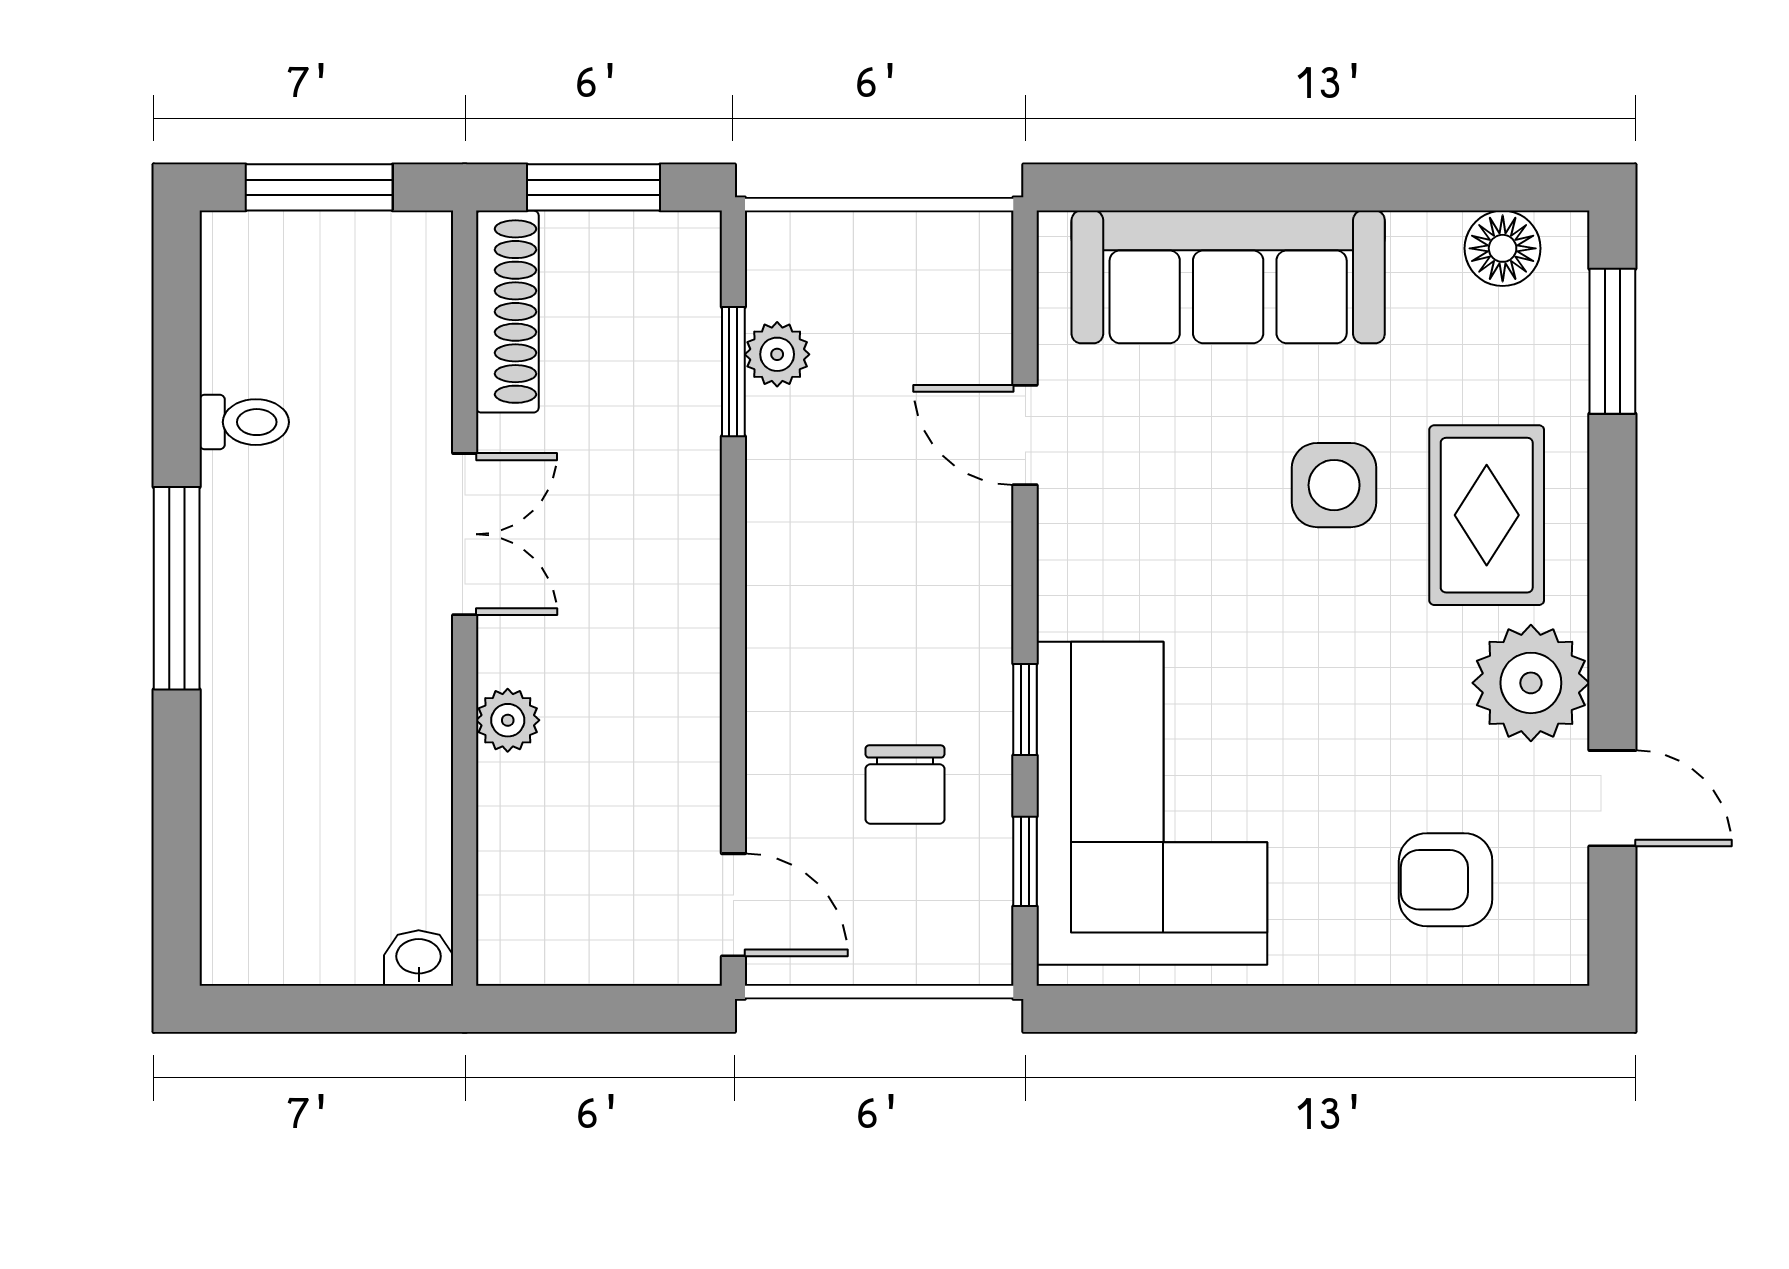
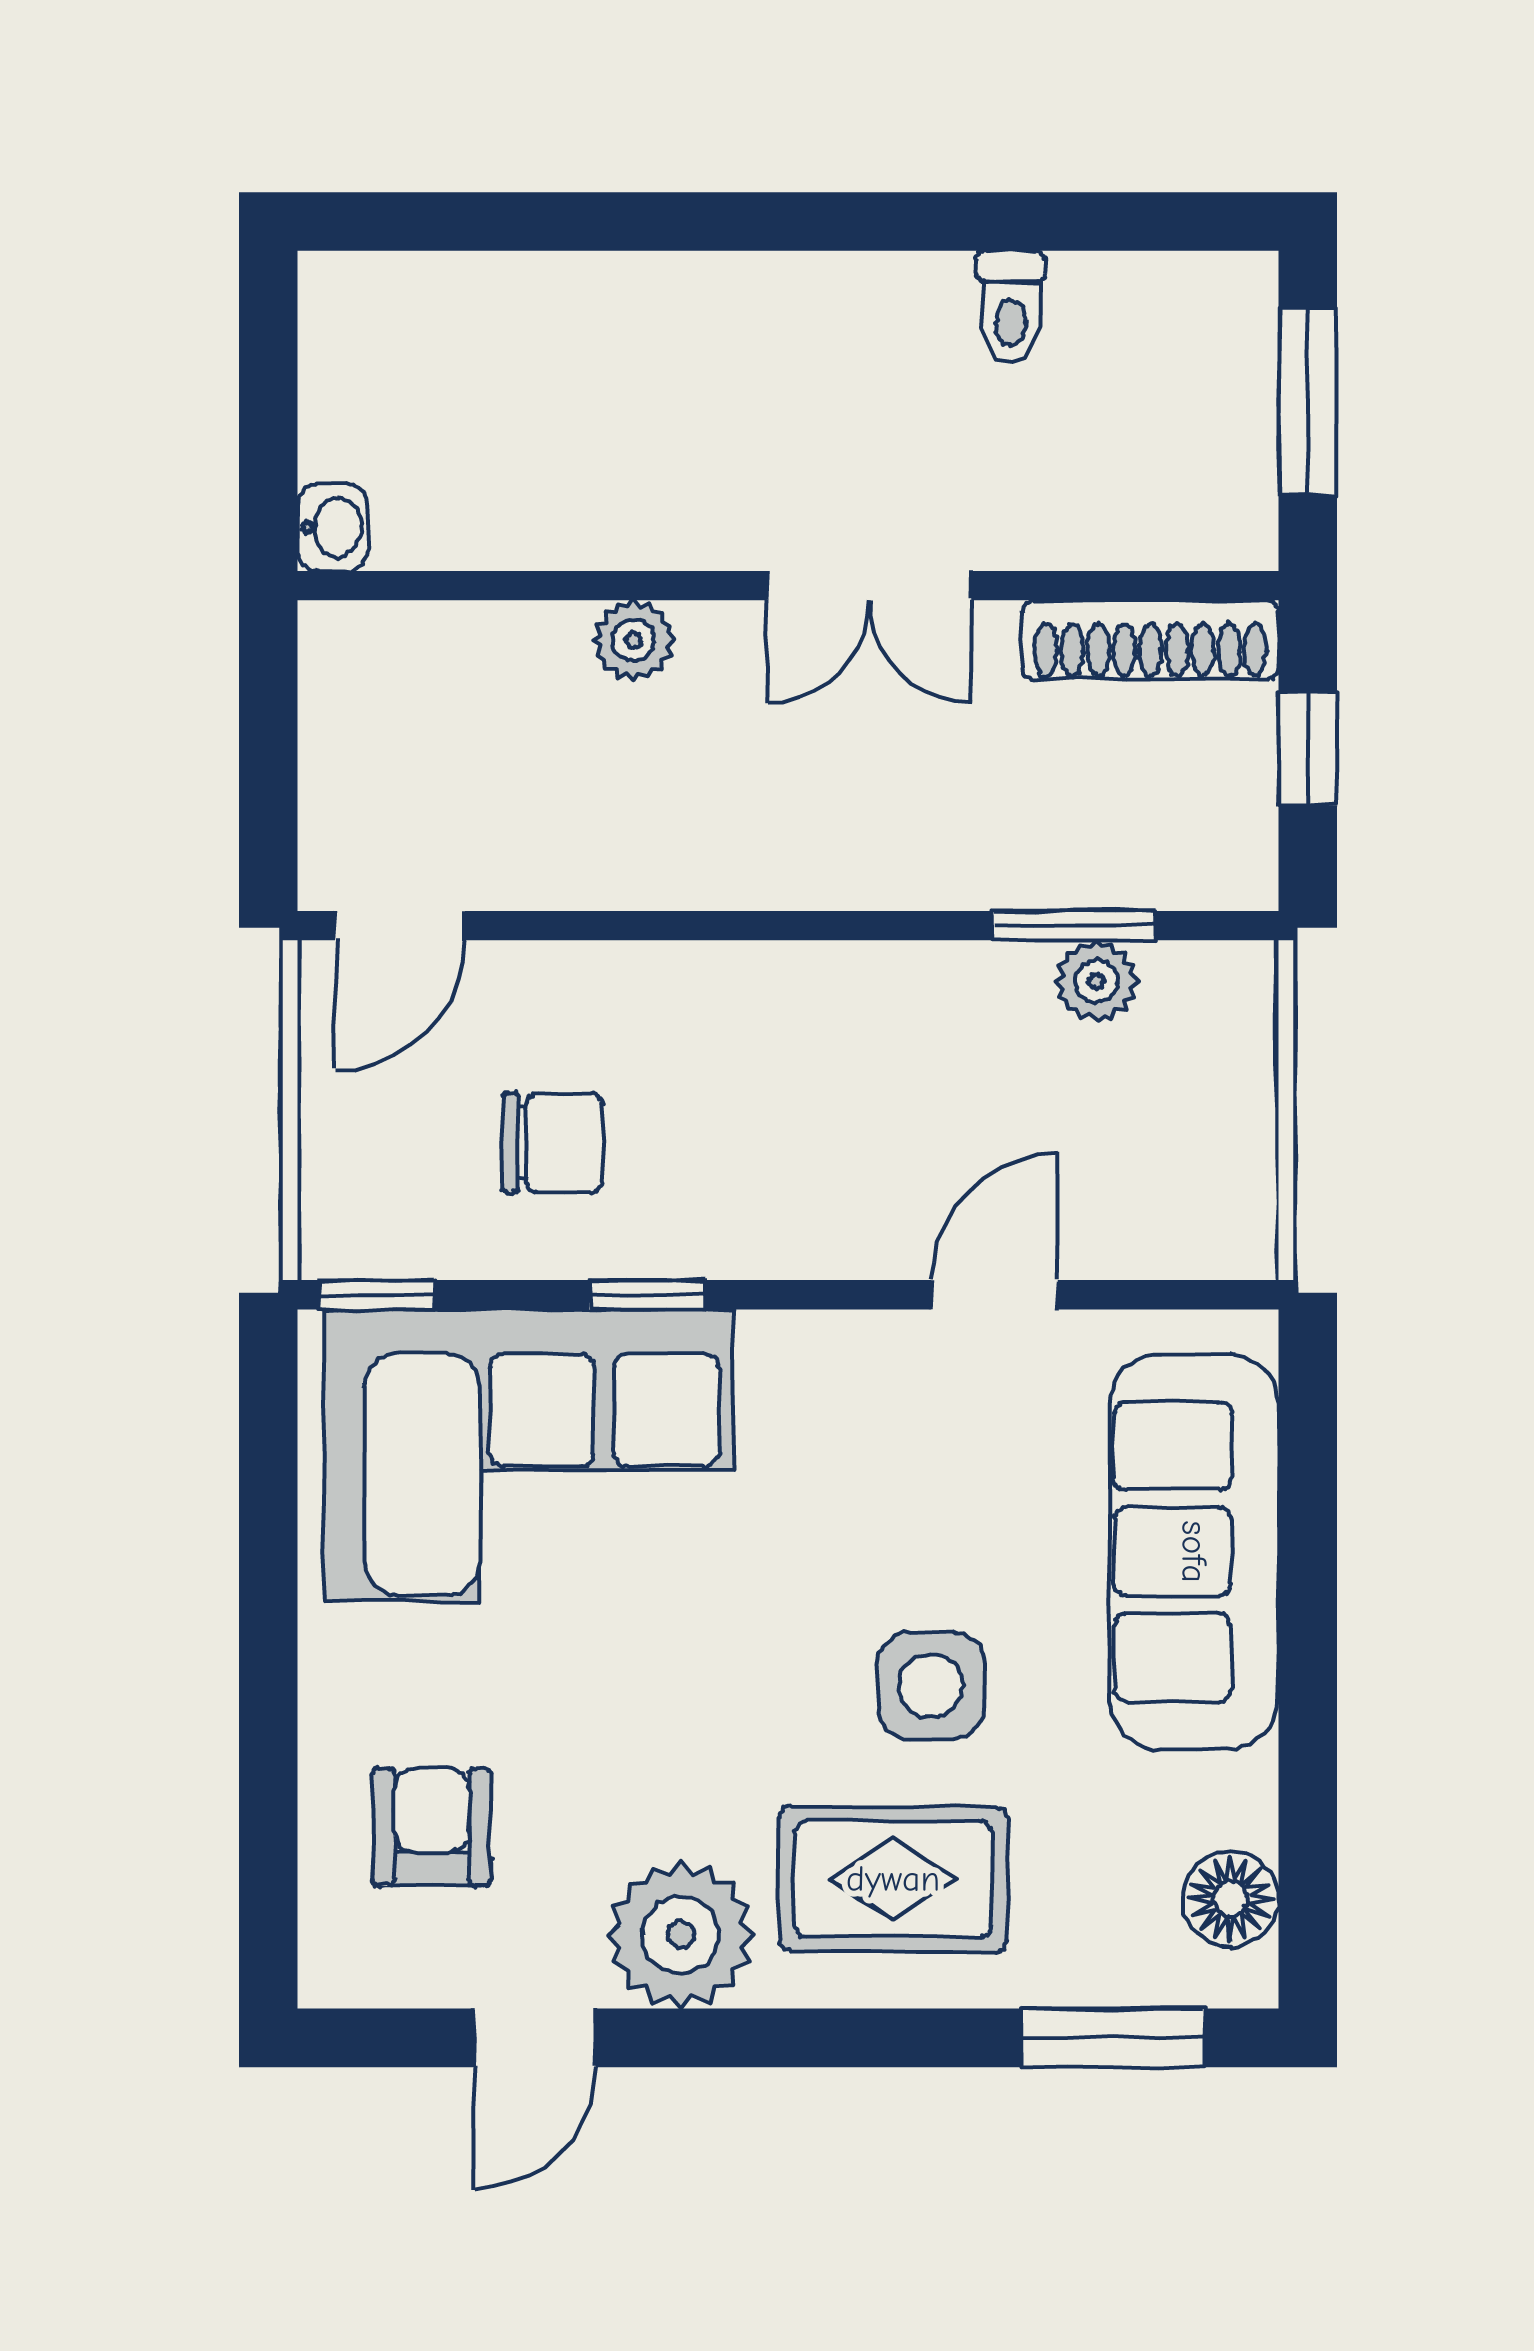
window: (594, 187) -> (1308, 749), width x0.67
window: (177, 588) -> (801, 221), removed
chair: (905, 785) -> (552, 1143), turned 180
window: (1025, 861) -> (377, 1295), moved

